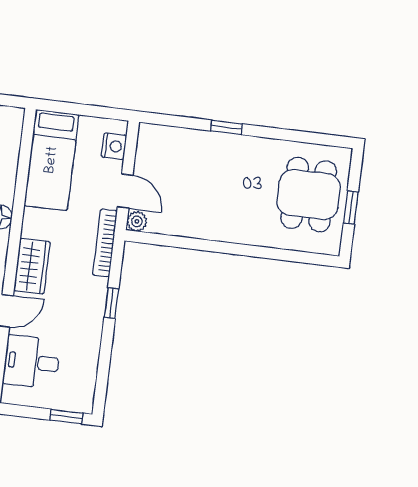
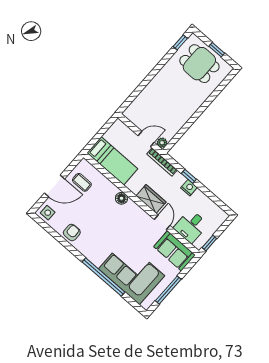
window: (226, 127) -> (180, 42), moved
nightstand: (114, 146) -> (189, 188), moved
window: (66, 417) -> (209, 243), moved

